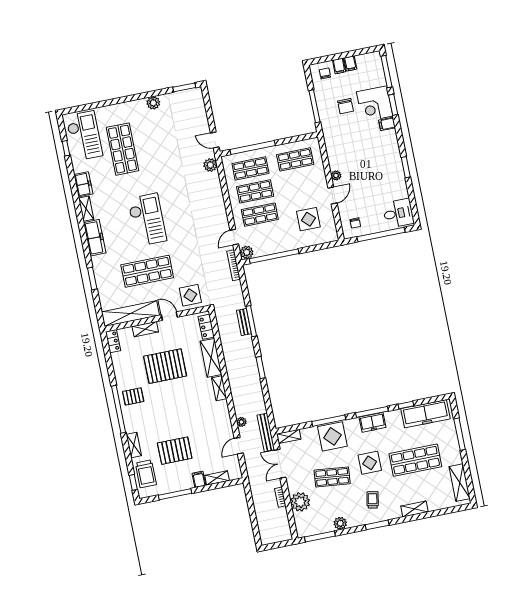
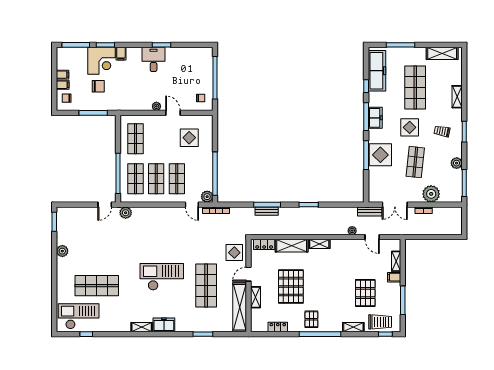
freezer: (83, 184) -> (120, 325), removed
desk: (398, 213) -> (154, 59), moved
freezer: (95, 238) -> (164, 325), width x0.71
locker: (113, 341) -> (278, 327), moved
bench: (266, 432) -> (370, 211), width x0.73
shelving: (289, 436) -> (373, 192), removed

